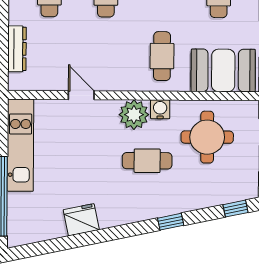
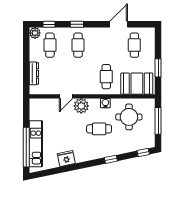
door: (81, 95) -> (66, 96), swing flipped
plant: (134, 115) -> (81, 106), moved
kitchen unit: (20, 145) -> (36, 144), moved

